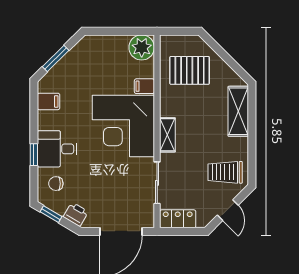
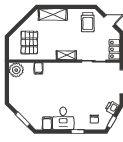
corner desk: (123, 126) -> (61, 80), removed
desk: (57, 149) -> (63, 118), moved

